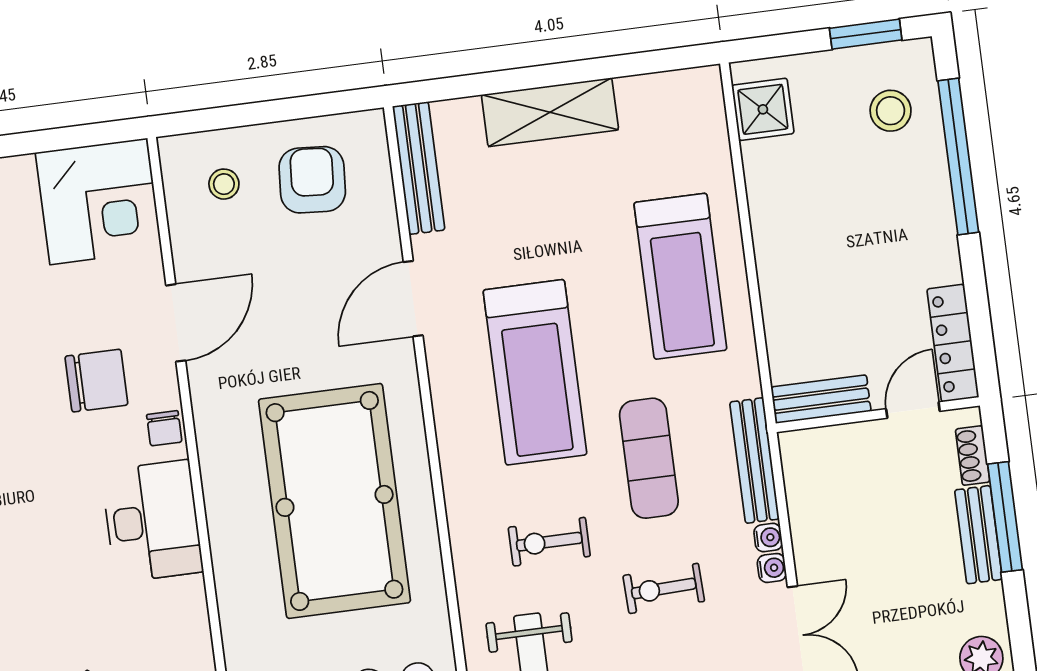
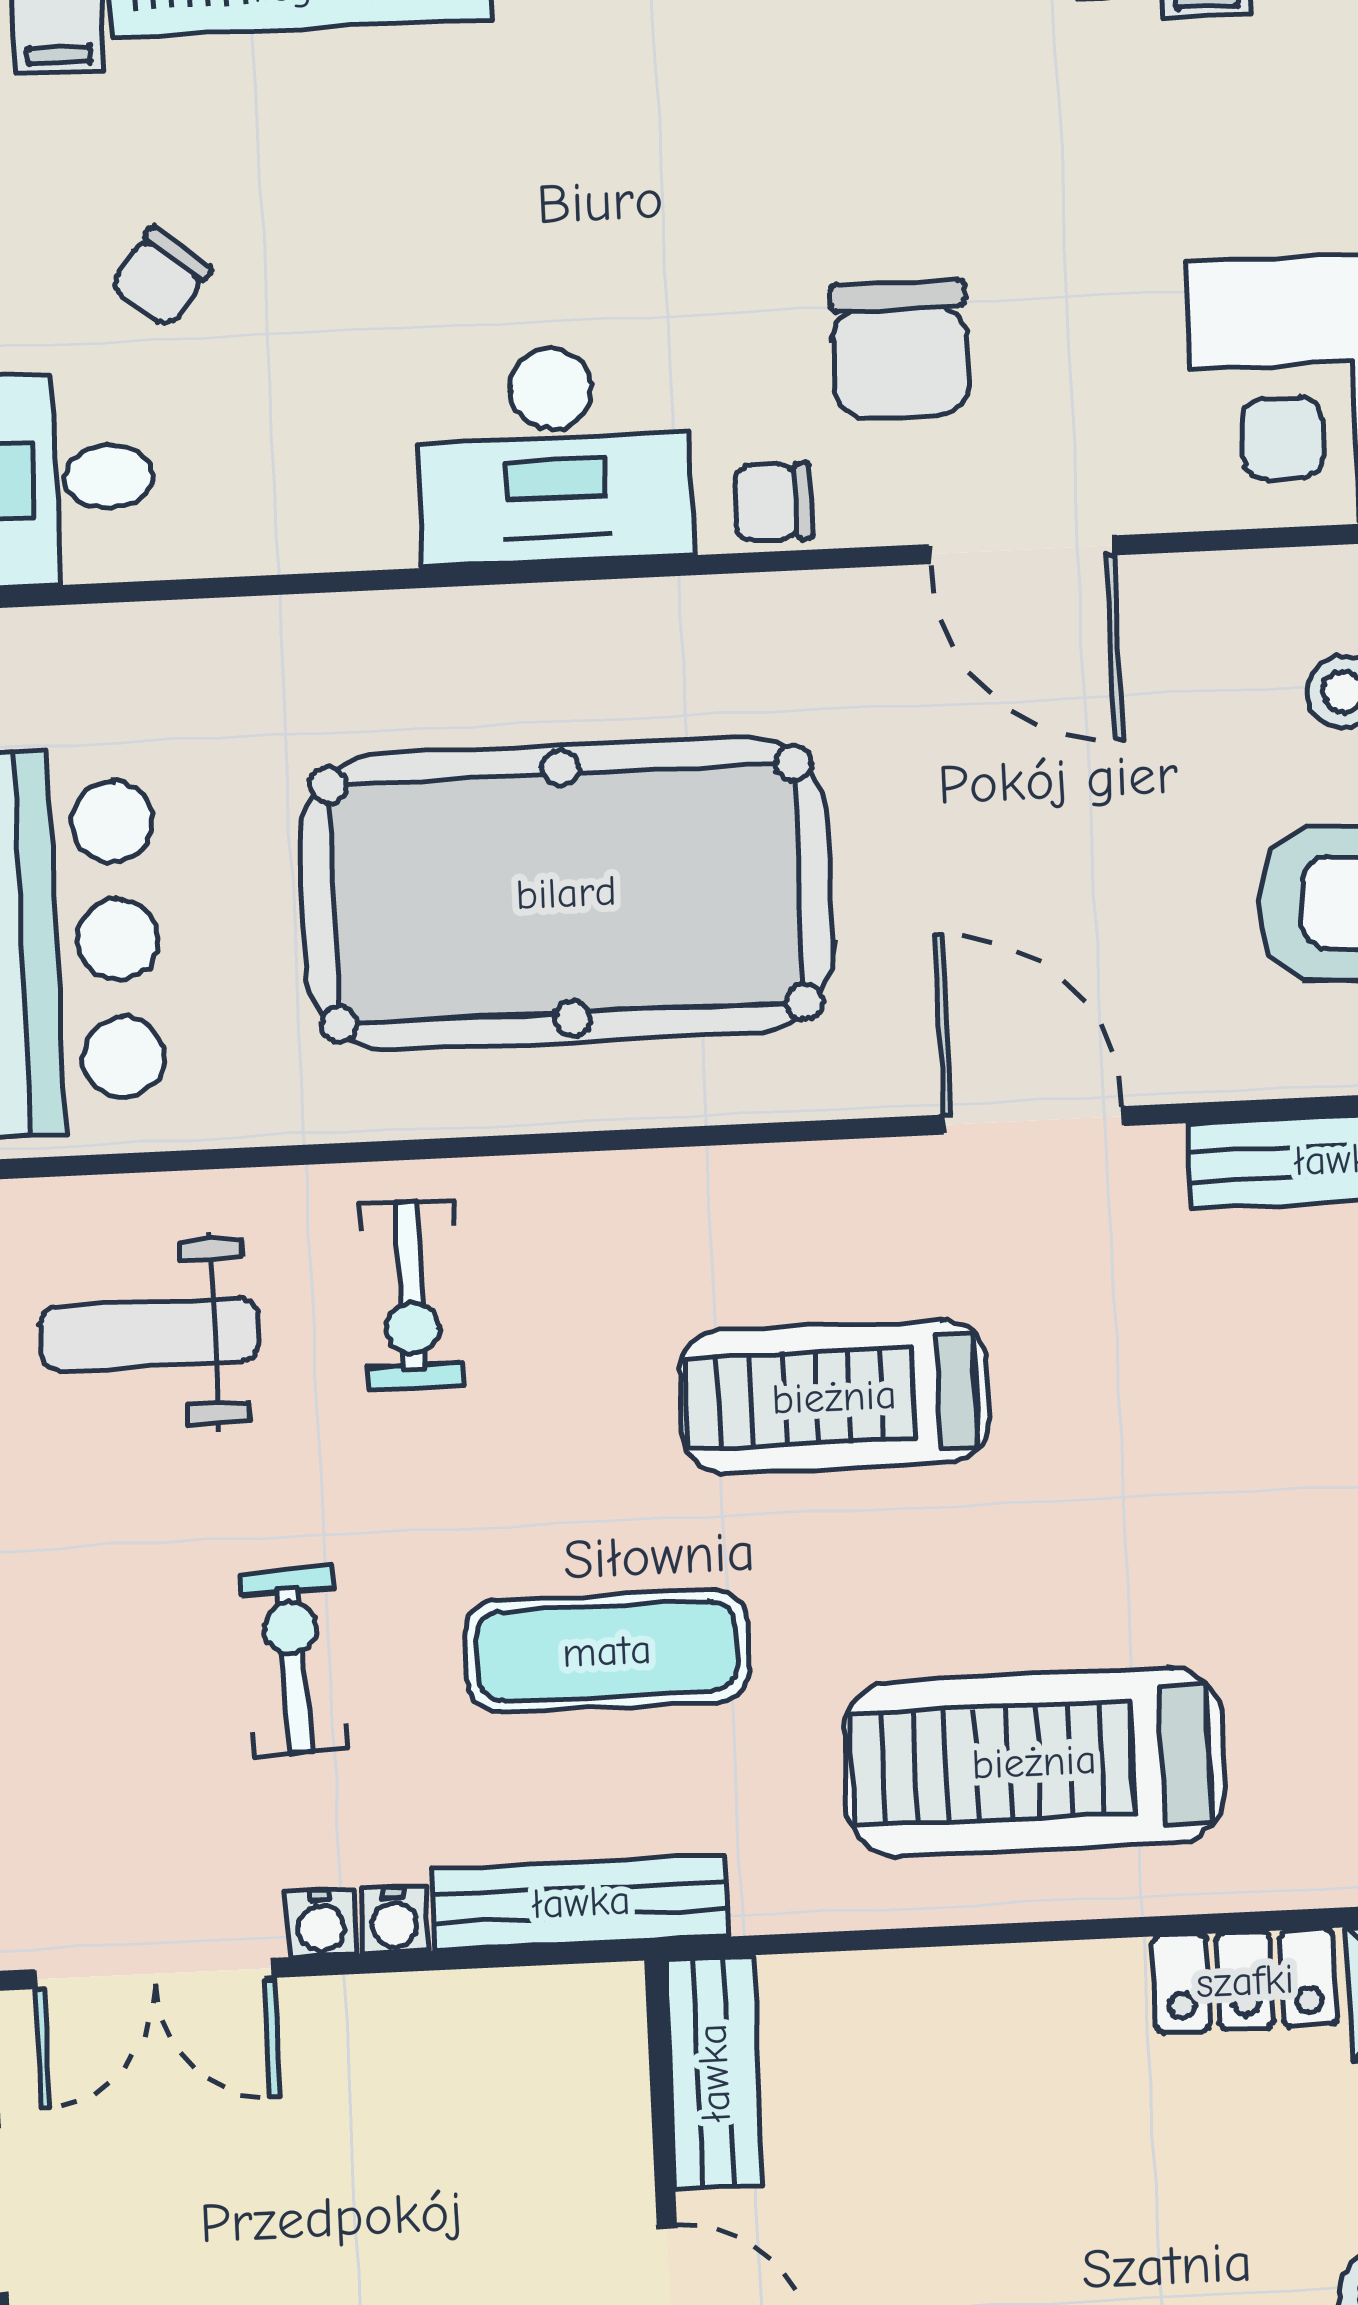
locker: (764, 181) -> (1245, 1981), added
treadmill: (535, 372) -> (834, 1397), width x0.73, depth x0.73
exercise bike: (549, 542) -> (411, 1295), moved, turned 180

